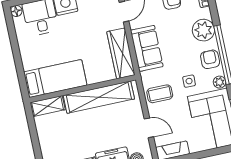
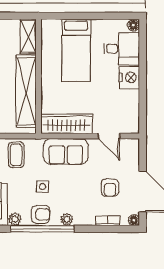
plant: (203, 30) -> (67, 219), width x0.53, depth x0.53
bed: (55, 79) -> (76, 50), moved
side table: (189, 81) -> (42, 187), moved

